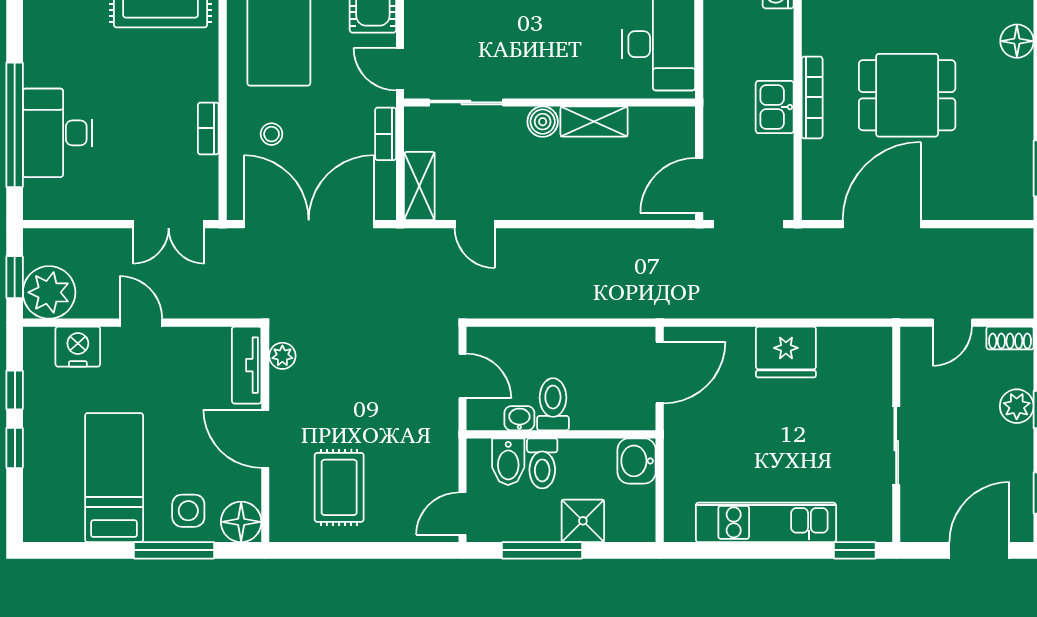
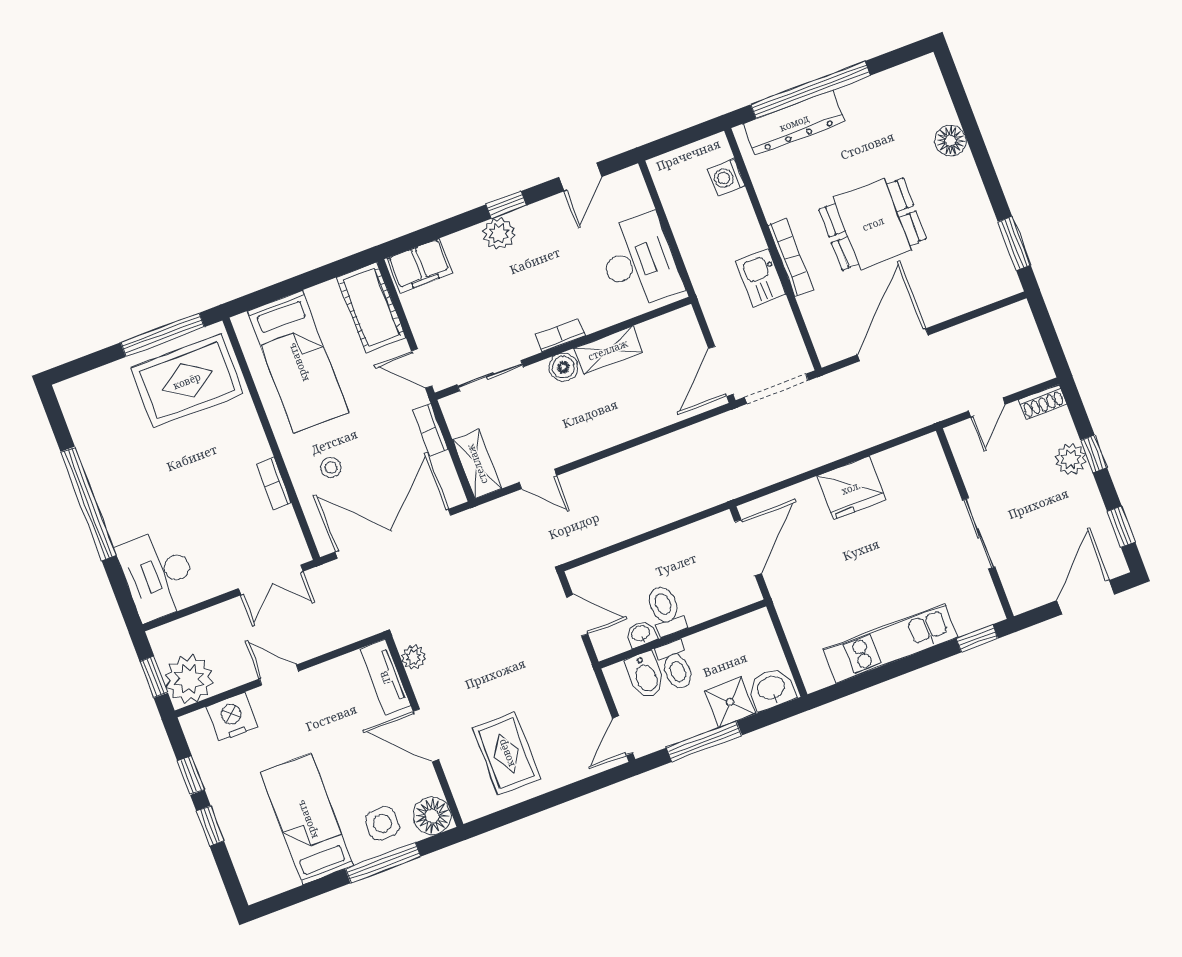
bookcase: (552, 89) -> (560, 335), added
window: (15, 125) -> (88, 504), moved
desk: (58, 133) -> (158, 574), moved
washbasin: (637, 461) -> (771, 689), moved, turned 90

